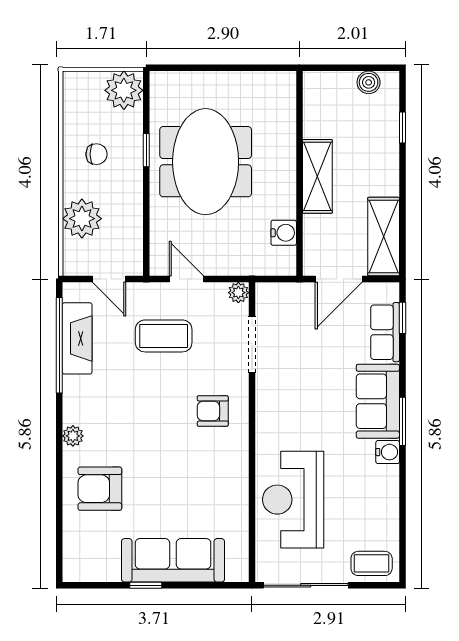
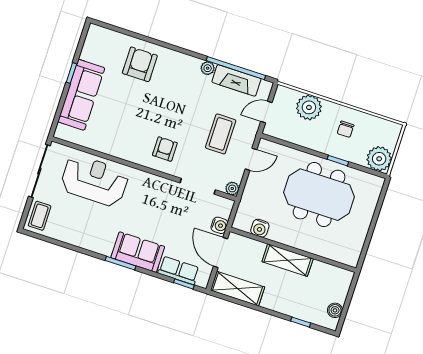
plant: (73, 436) -> (208, 68), moved
water cooler: (388, 452) -> (219, 225), moved, turned -90

